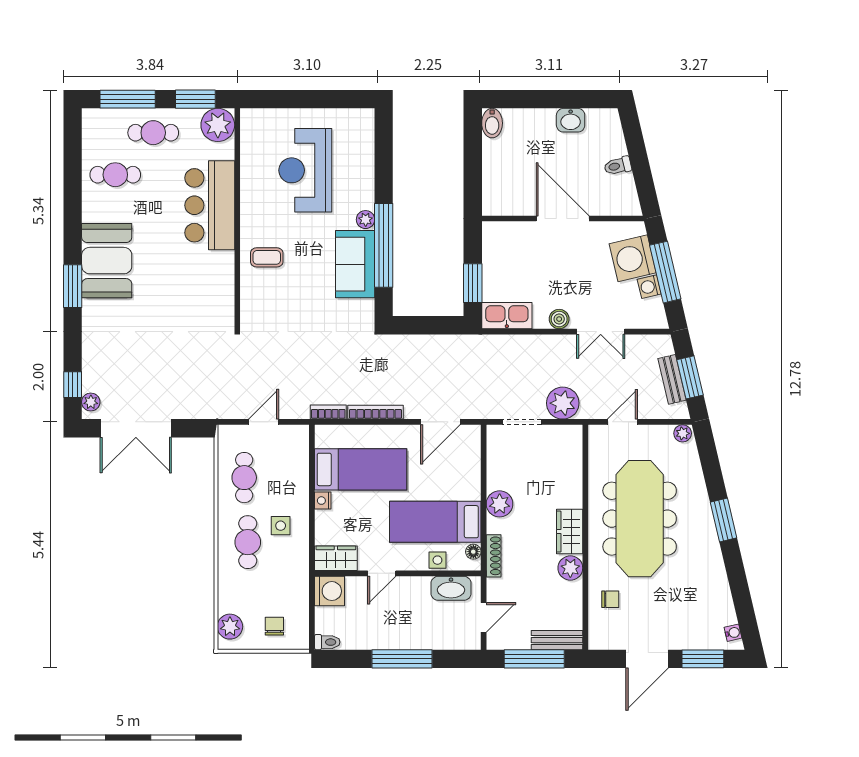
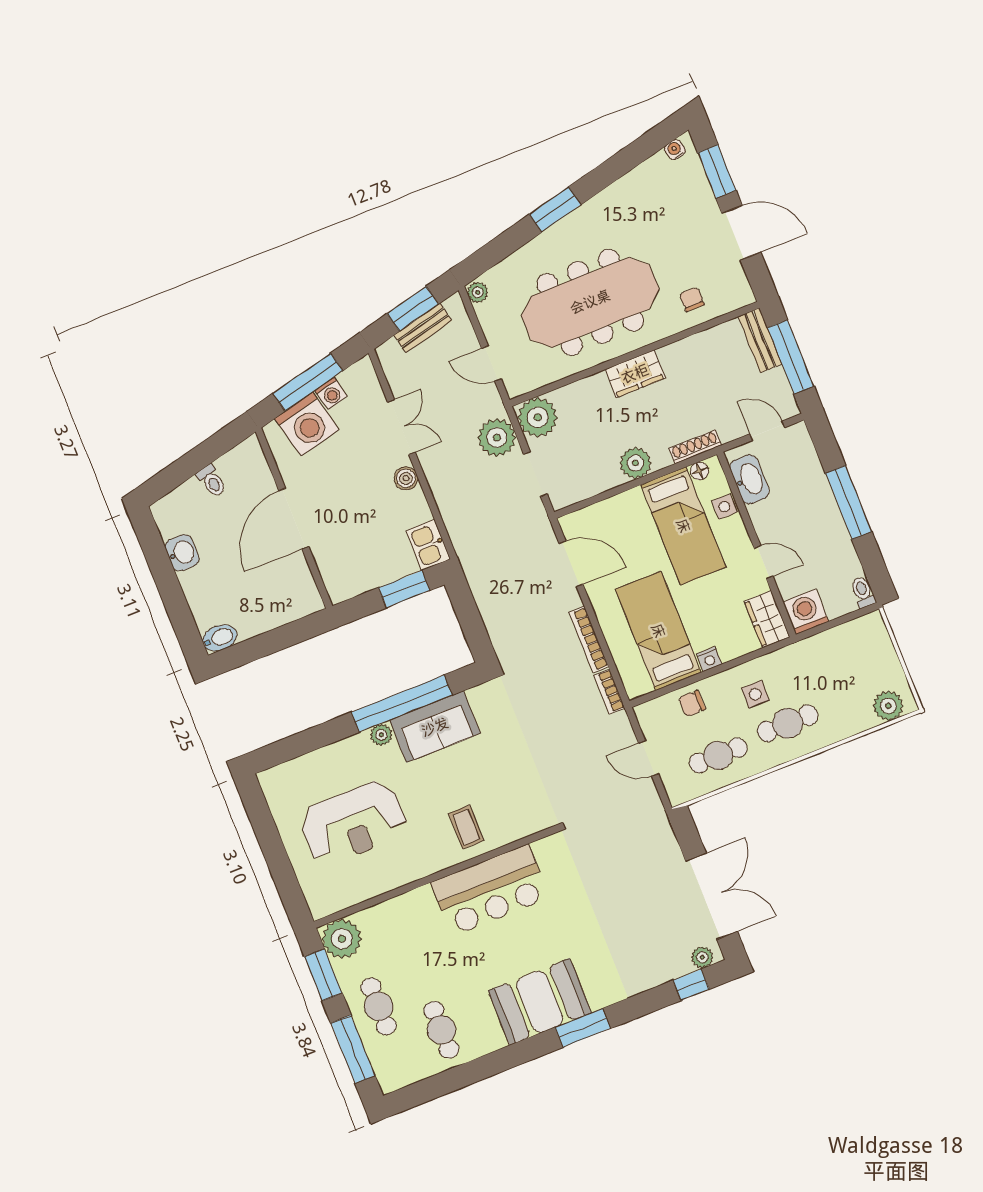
bar counter: (210, 205) -> (490, 890), moved
kitchen sink: (507, 316) -> (428, 545), width x0.73
plant: (570, 568) -> (538, 417), moved, width x1.36, depth x1.36
chair: (274, 626) -> (692, 704), moved

